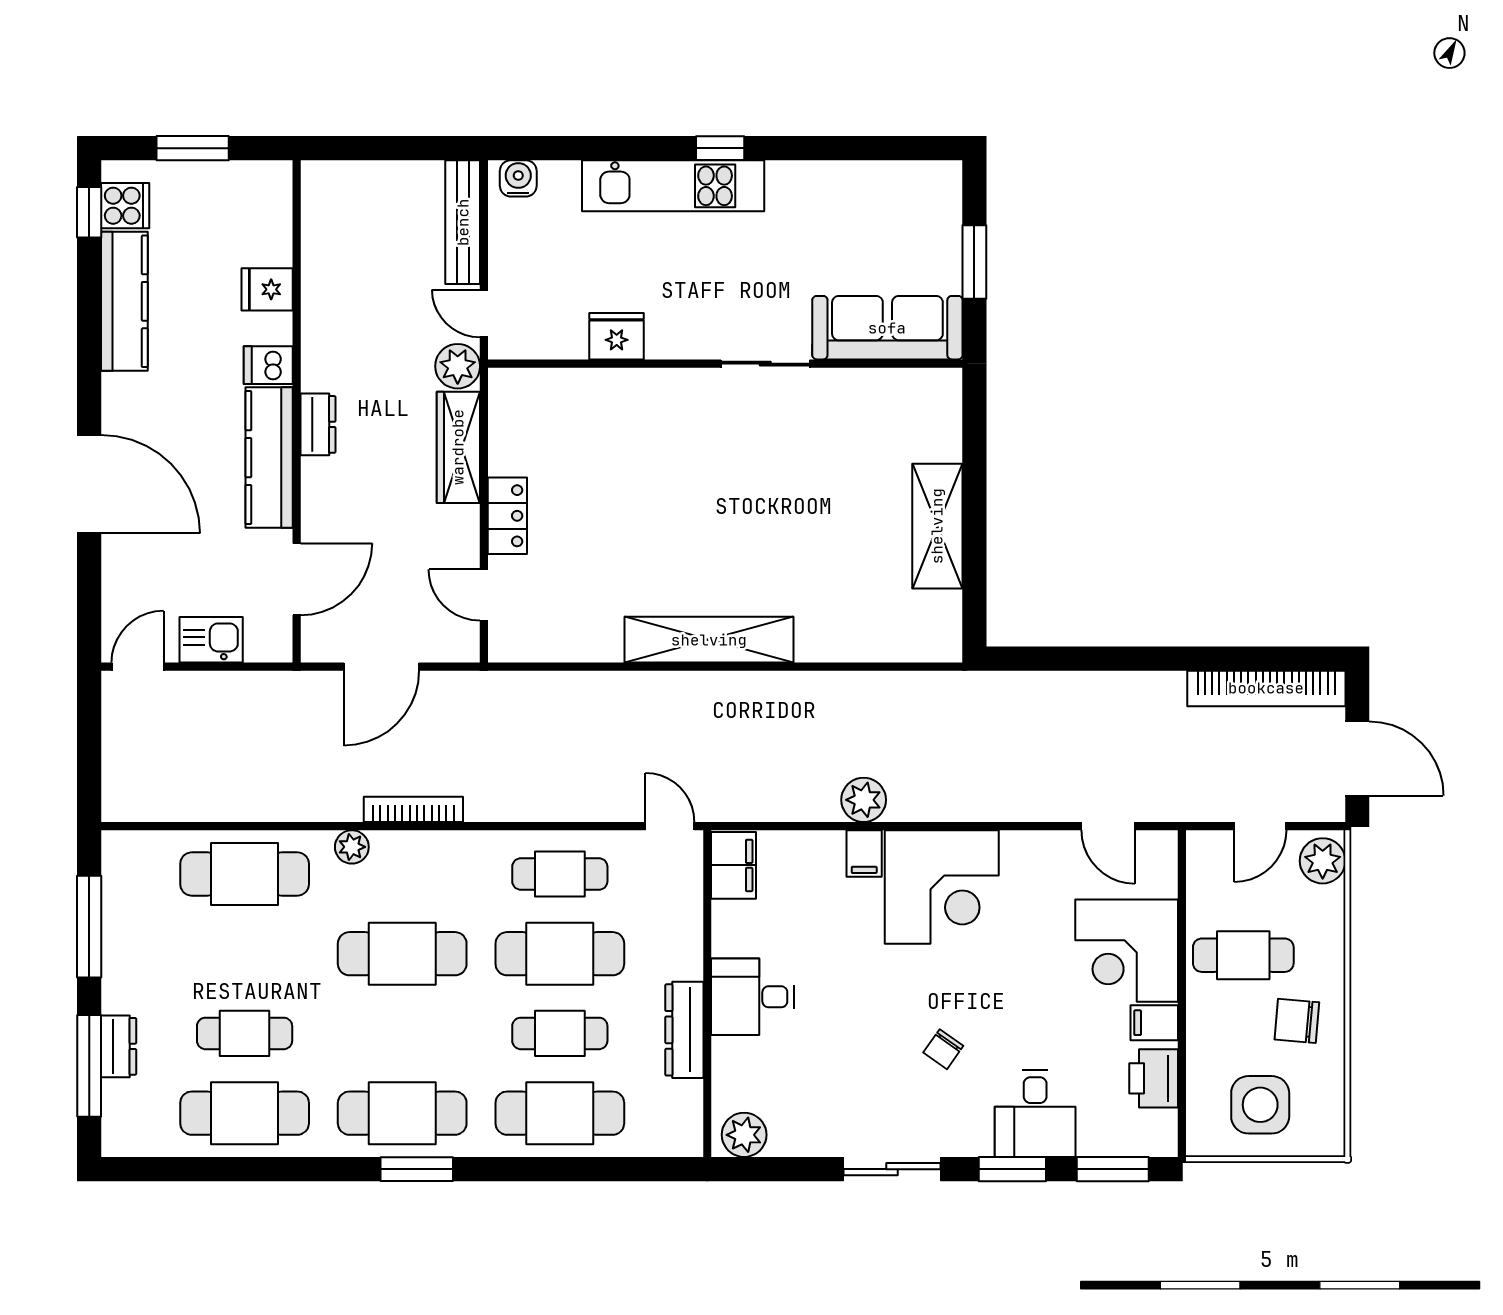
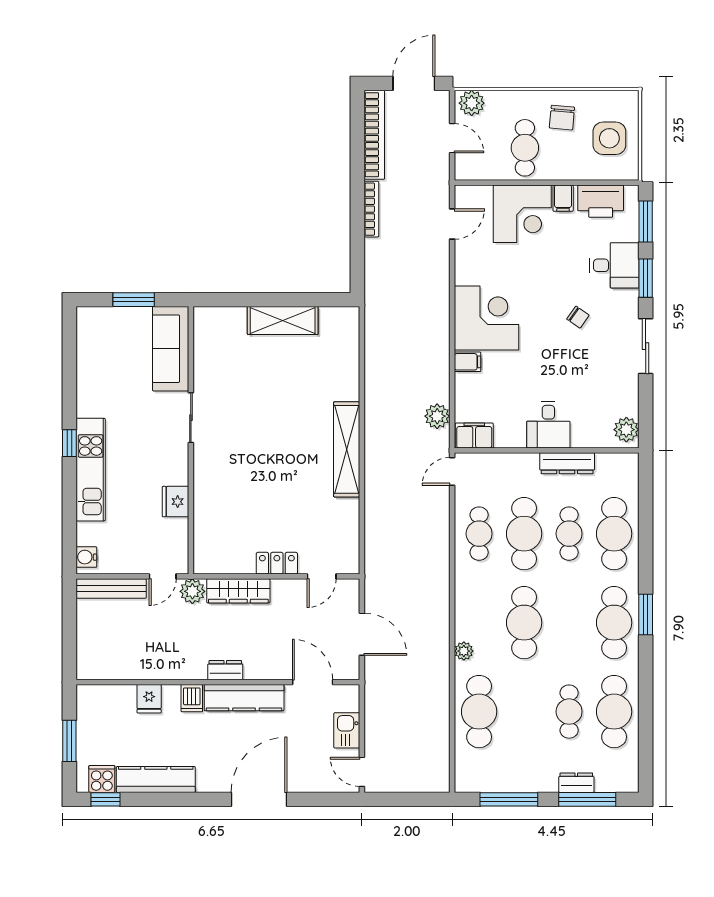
plant: (864, 800) -> (437, 416), moved
bookcase: (413, 809) -> (371, 209), moved, turned 180
printer: (1154, 1078) -> (601, 201), width x1.37, depth x1.19

